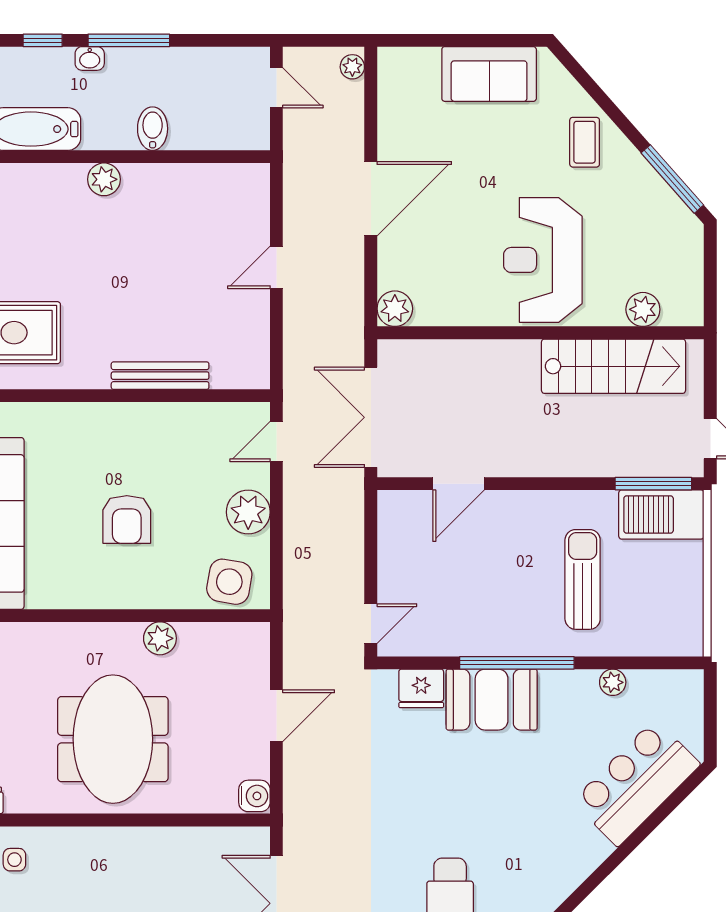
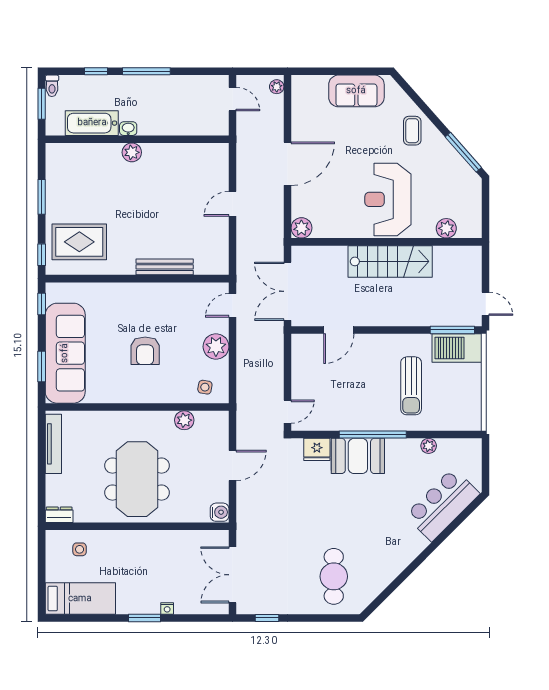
washbasin: (90, 58) -> (128, 129), moved, turned 180
bidet: (153, 129) -> (160, 123), removed
stairs: (613, 366) -> (390, 261), moved
sun lounger: (583, 579) -> (411, 386), turned 180
side table: (229, 582) -> (205, 387), width x0.54, depth x0.54
plant: (160, 638) -> (184, 420), moved

